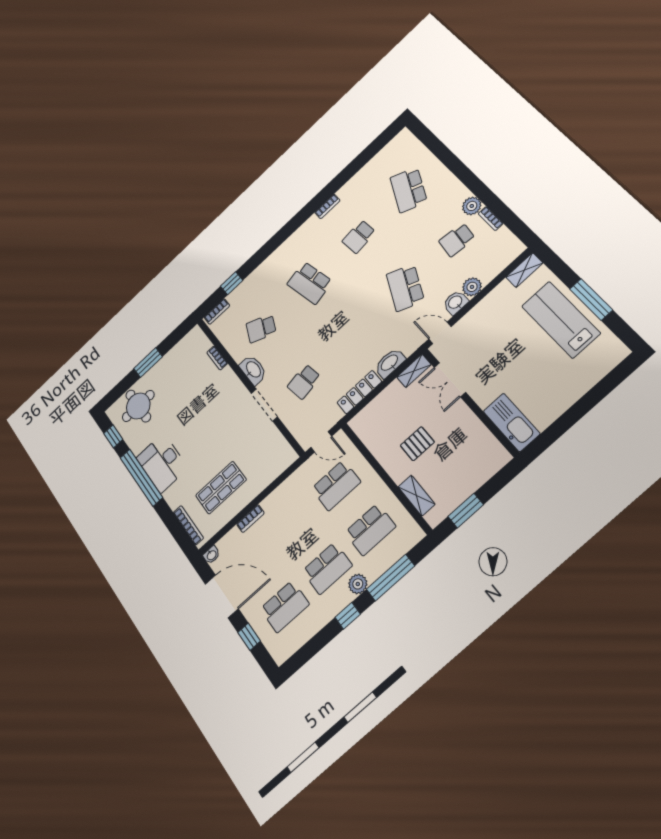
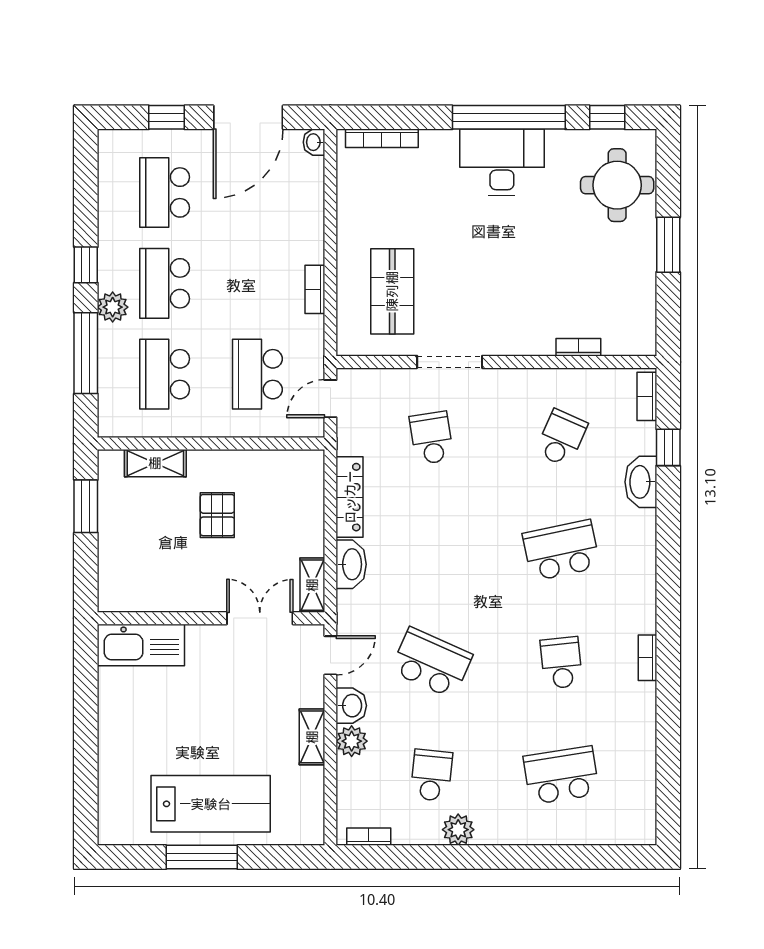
school desk: (409, 190) -> (561, 775), turned -33
bookcase: (491, 219) -> (369, 837), moved
shelving: (524, 270) -> (312, 737), moved
washbasin: (253, 370) -> (641, 482), moved, turned 90
shop shelf: (221, 488) -> (392, 291), moved
bookcase: (250, 519) -> (315, 289), moved

